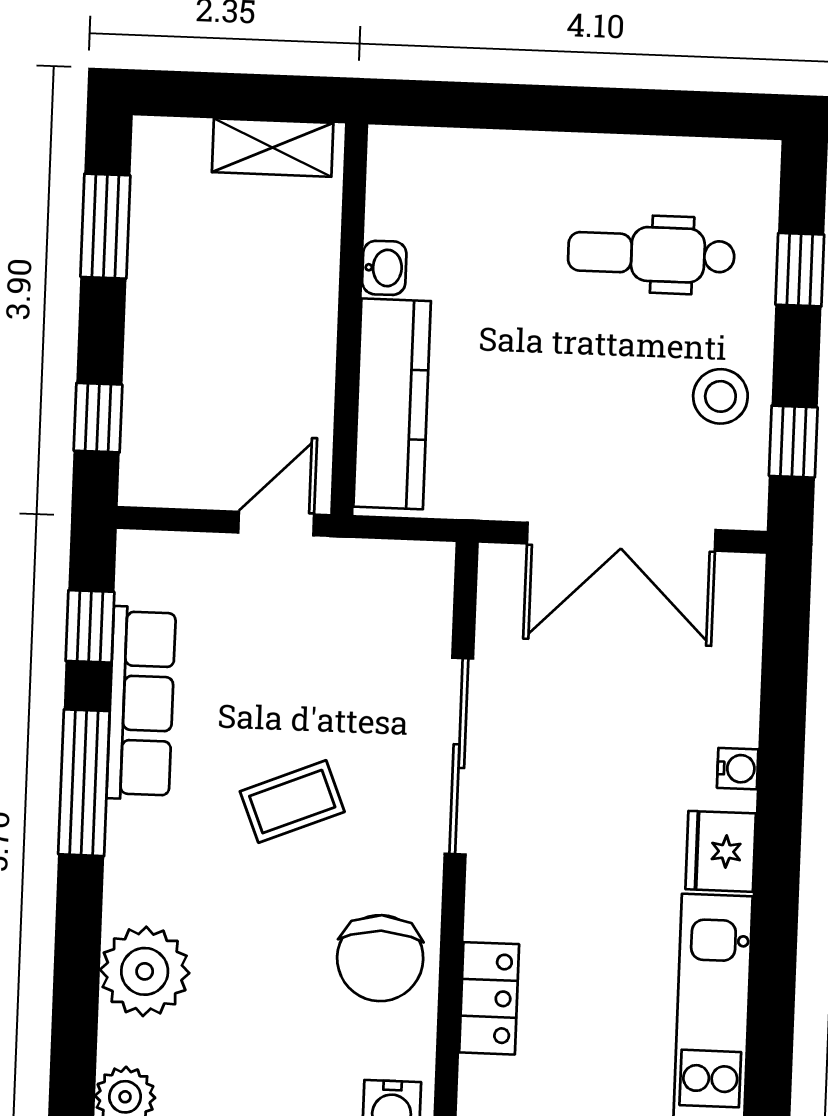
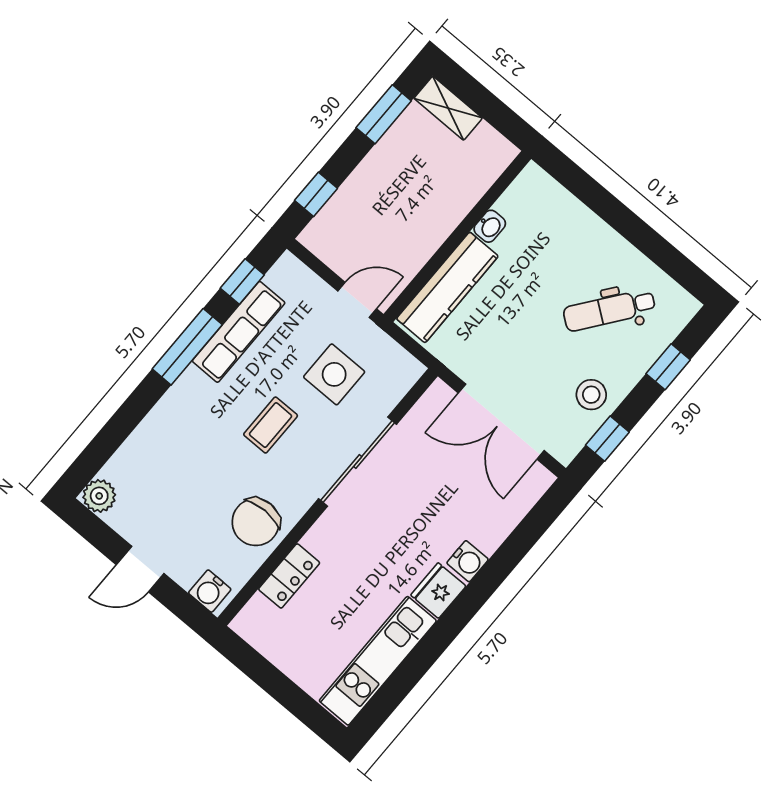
shelving: (273, 148) -> (448, 108), moved
dental chair: (651, 254) -> (609, 310), turned -53
side table: (327, 657) -> (334, 374), added
water cooler: (738, 769) -> (468, 561), width x1.38, depth x1.38
coffee table: (292, 802) -> (271, 425), turned -68
plant: (145, 971) -> (150, 448), removed

